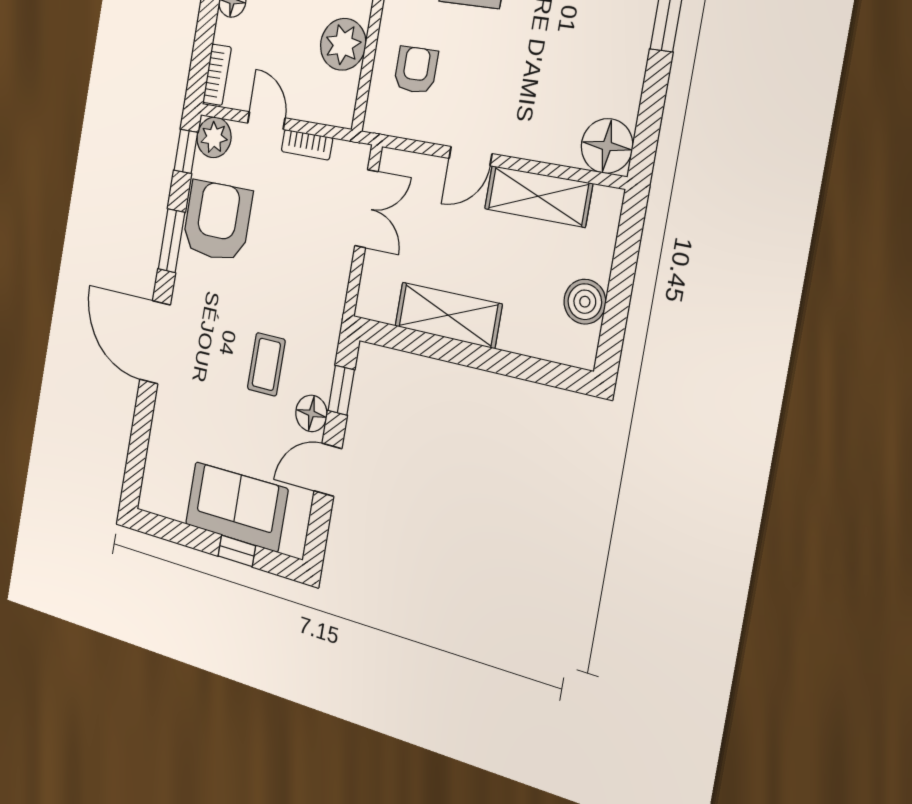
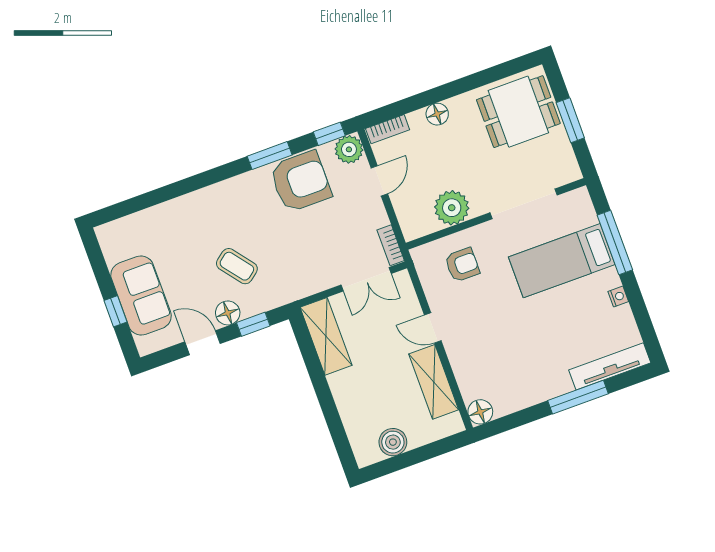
bookcase: (307, 145) -> (391, 245), moved
floor lamp: (607, 146) -> (480, 412), width x0.73, depth x0.73
shelving: (448, 315) -> (326, 336), moved
door: (155, 342) -> (201, 180), removed
coffee table: (266, 364) -> (237, 266), turned 52

